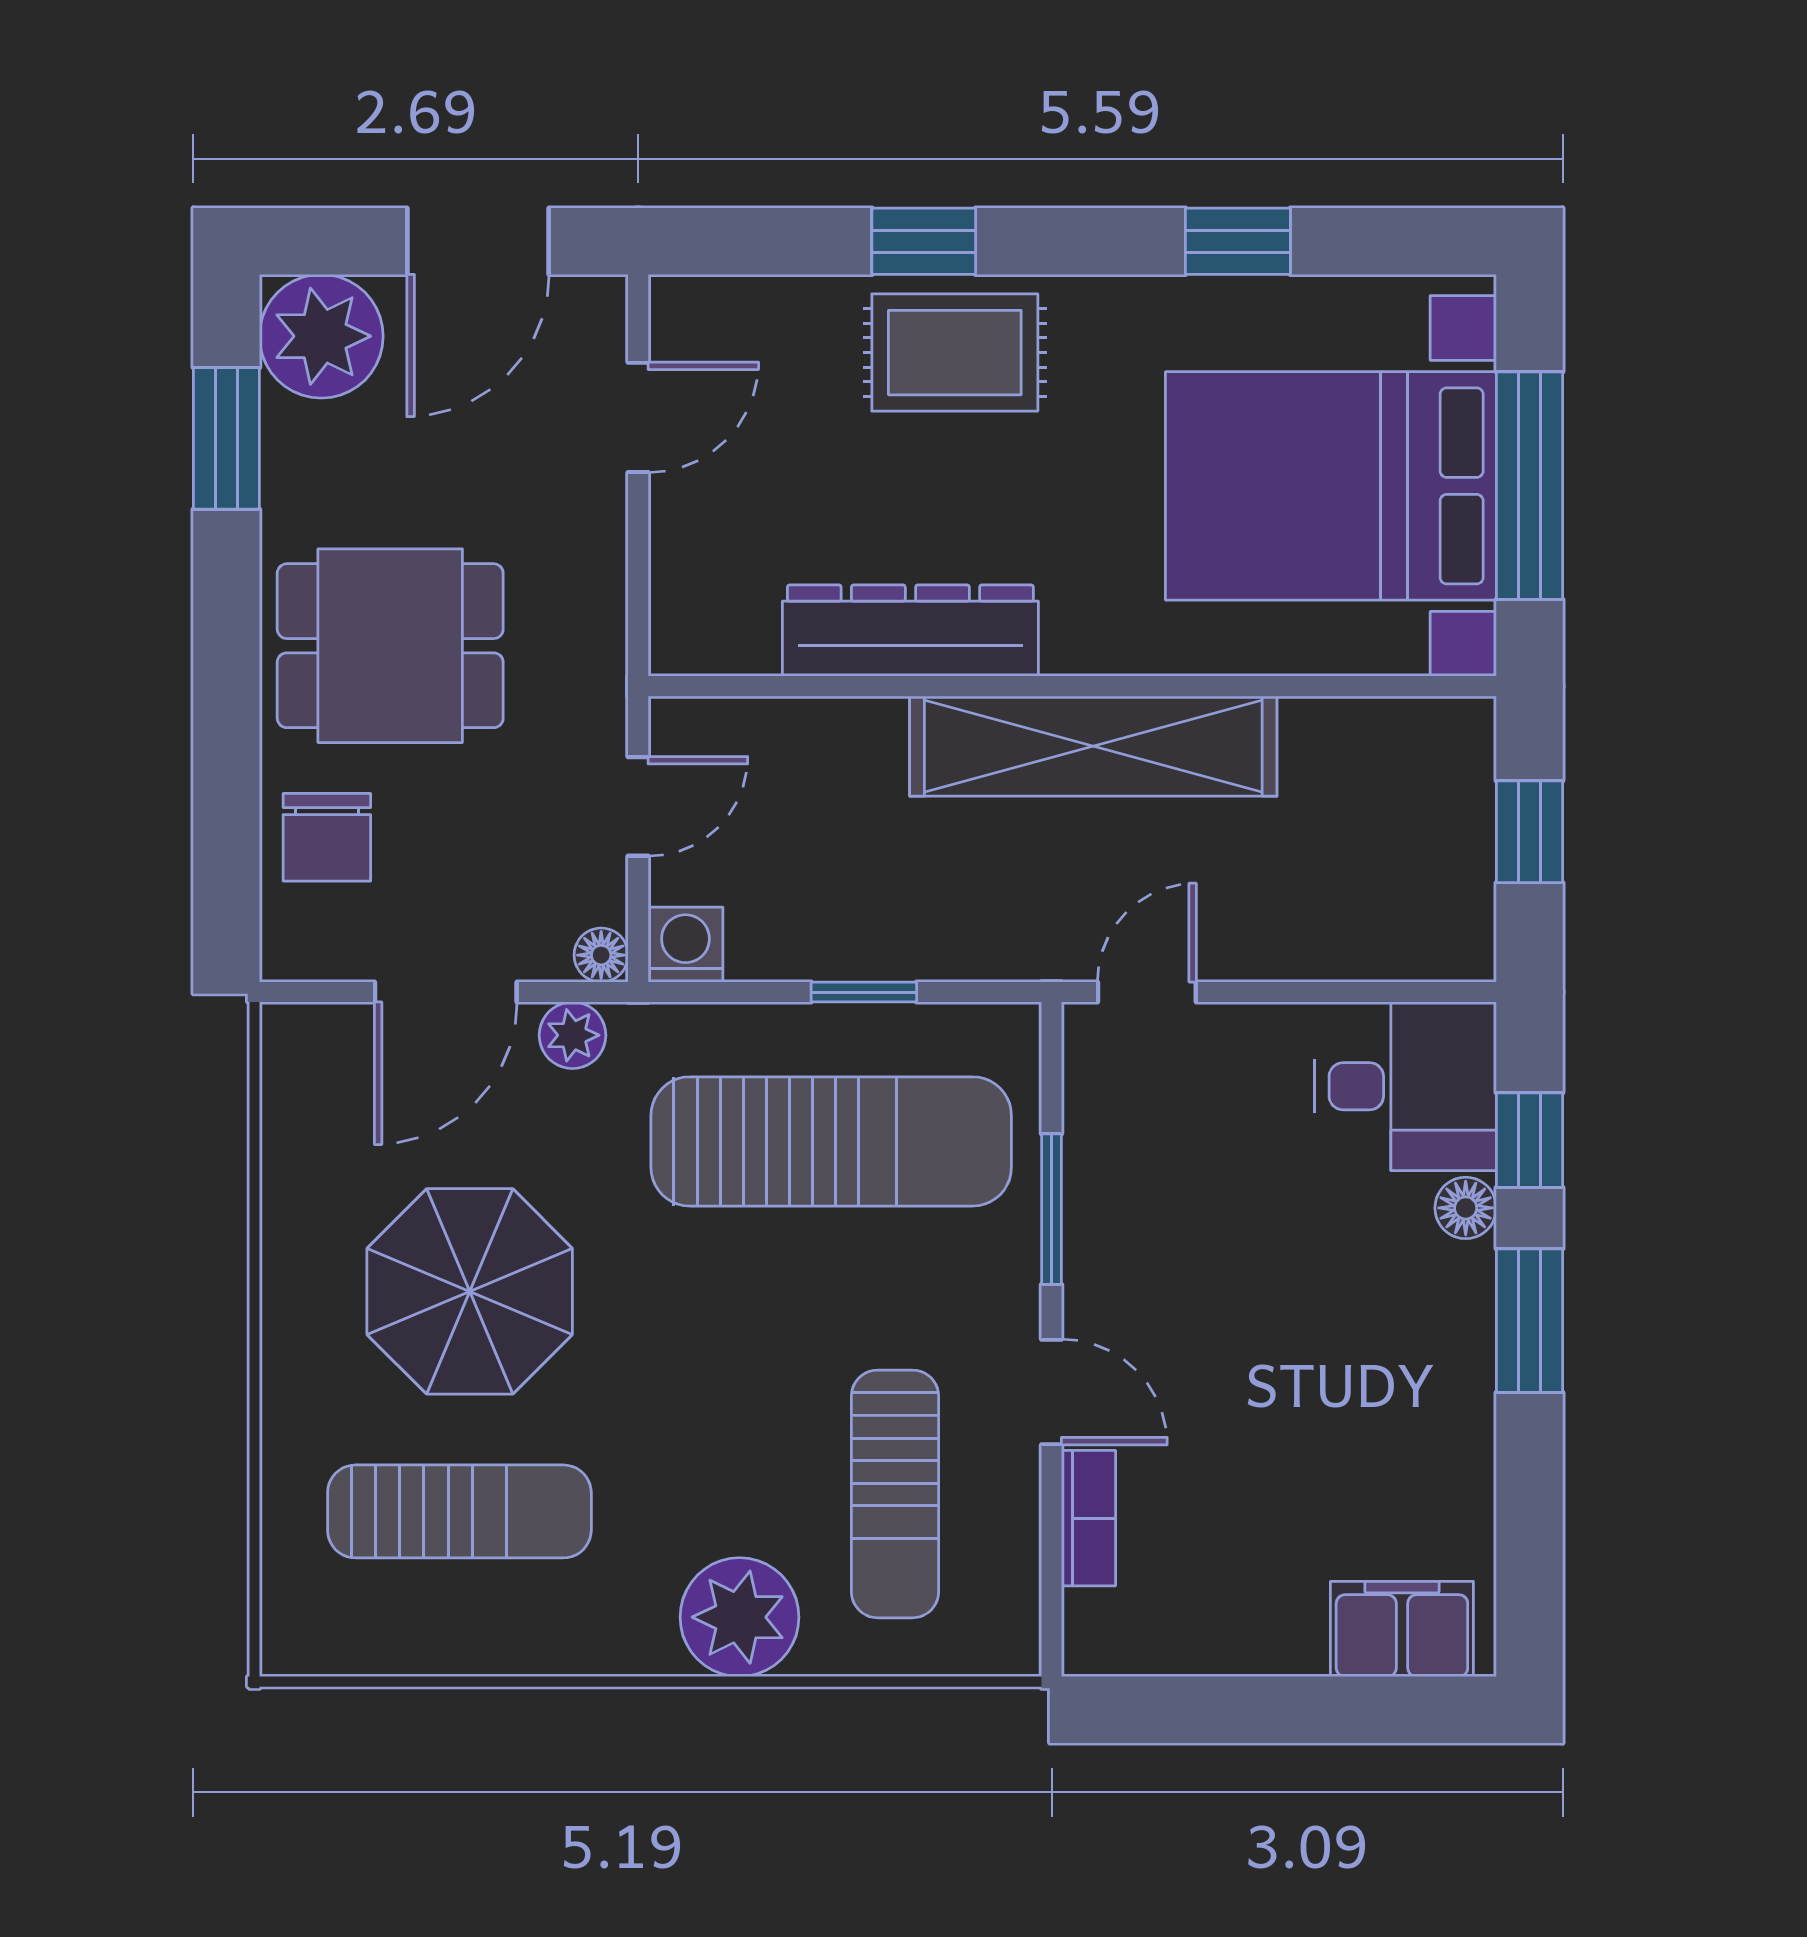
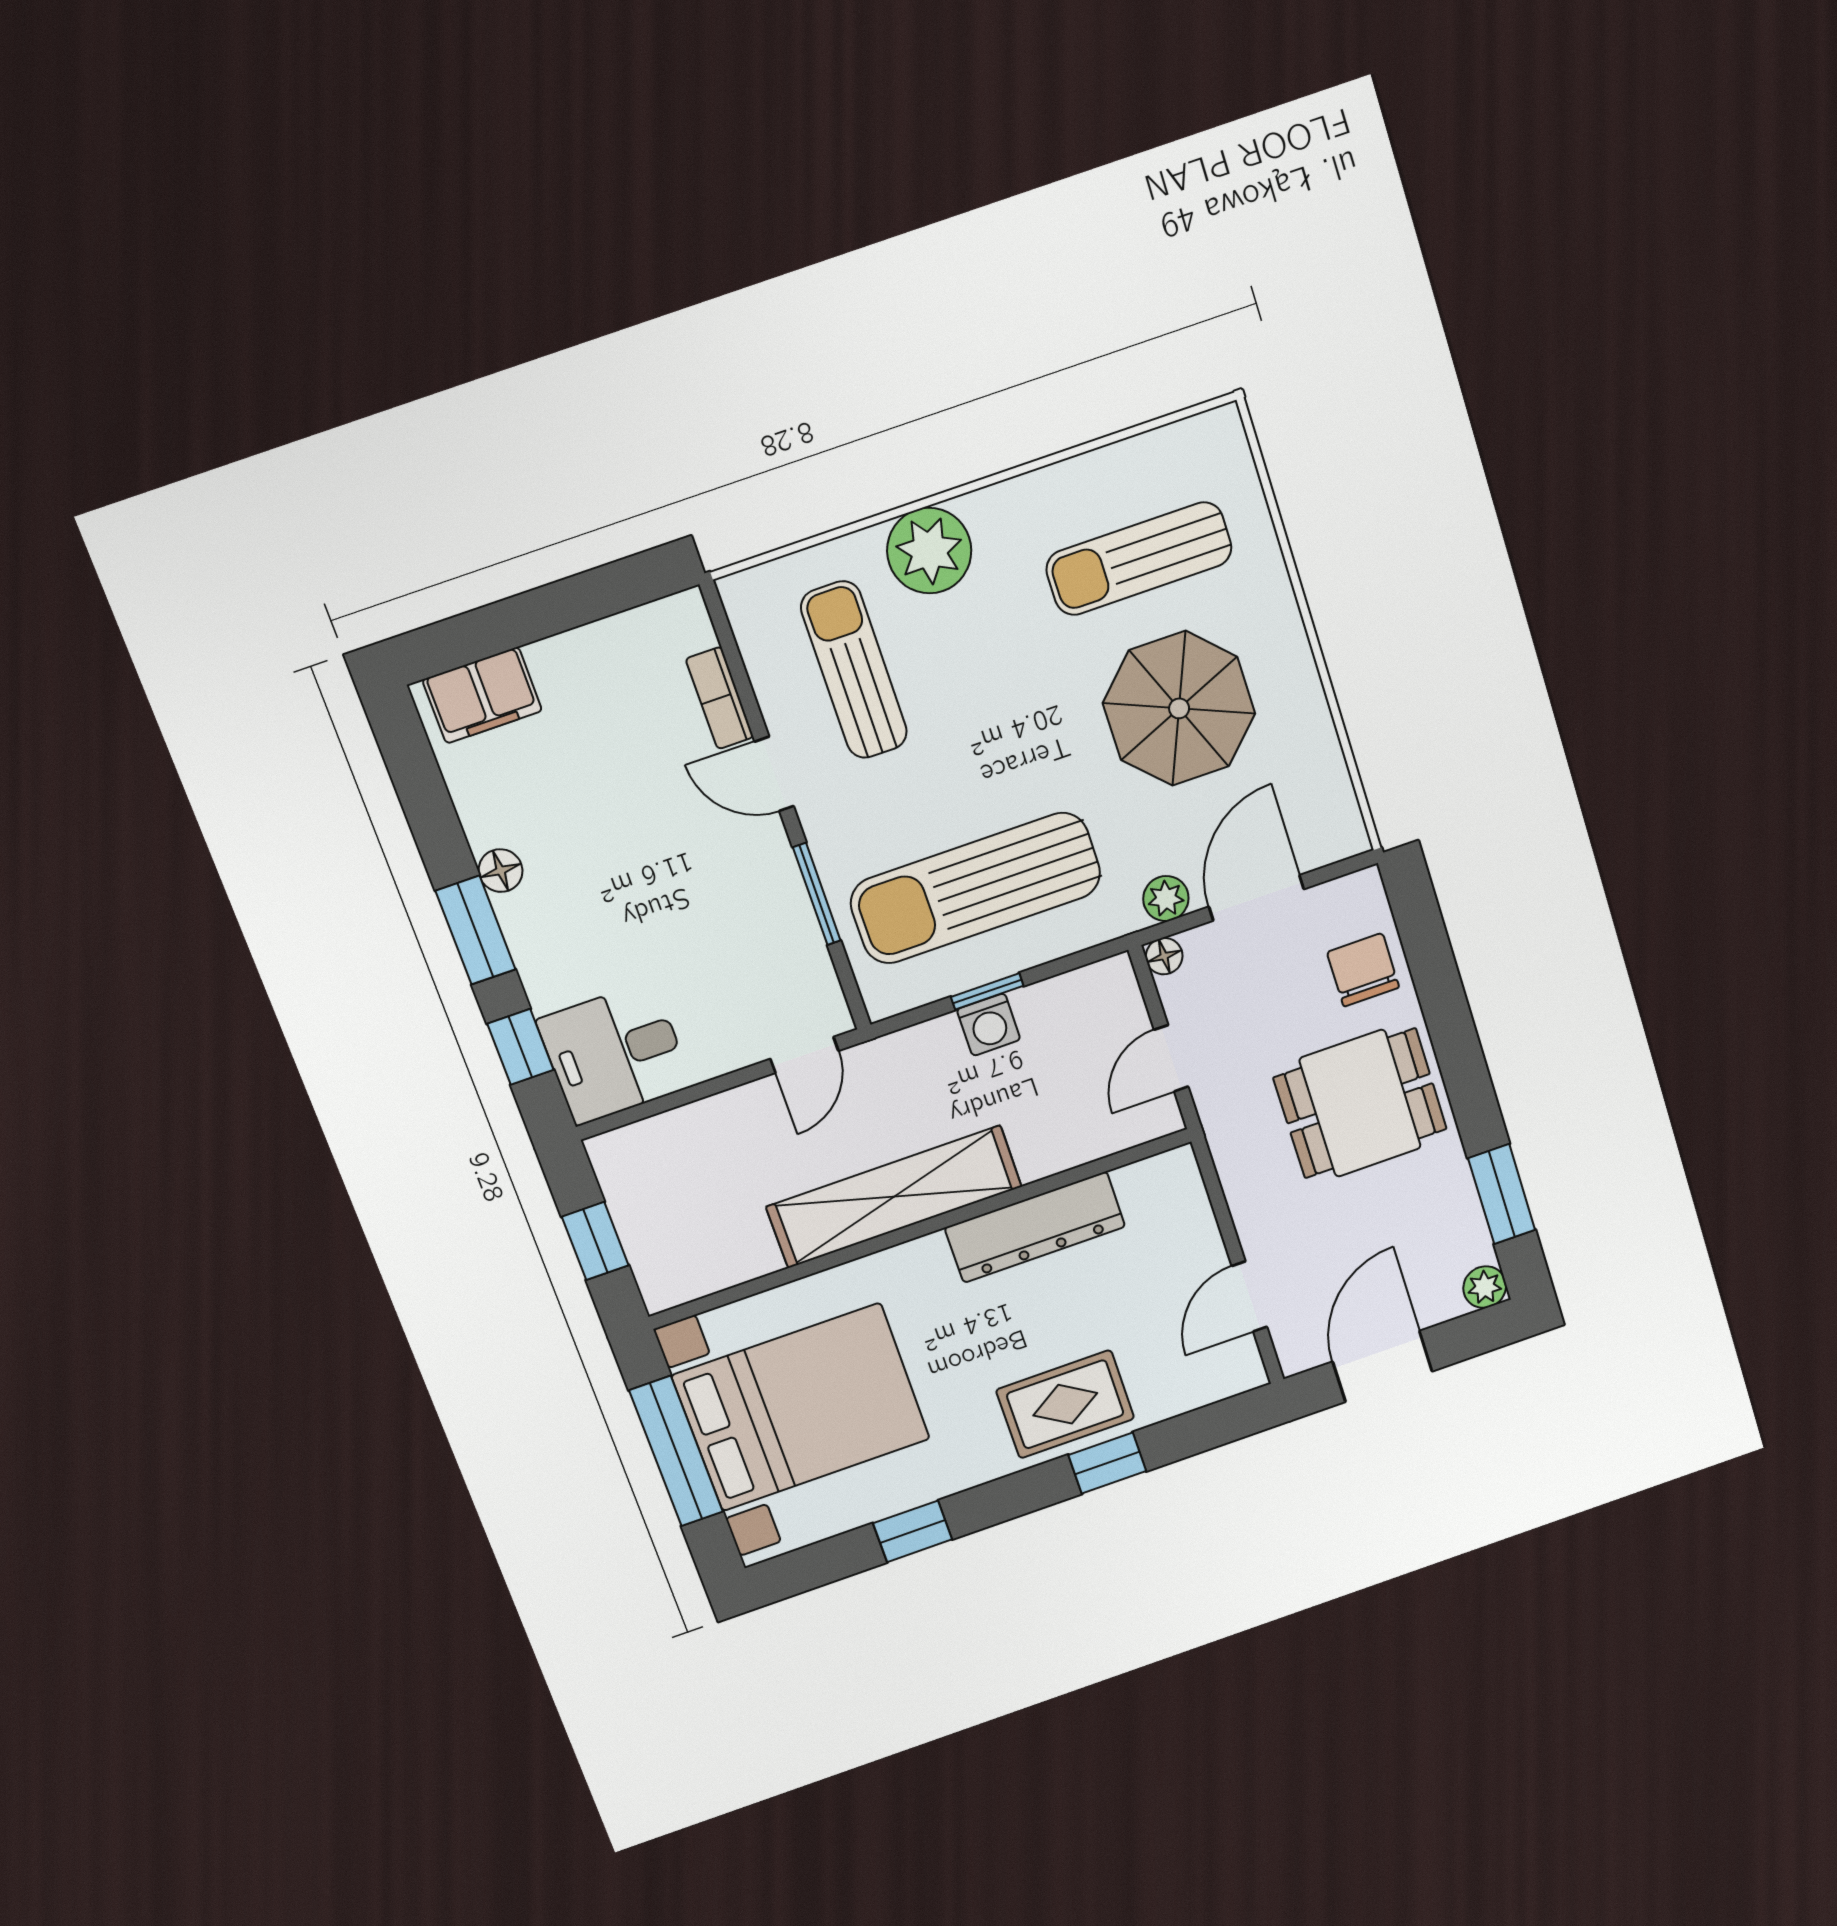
plant: (321, 336) -> (1485, 1287), width x0.53, depth x0.53
washing machine: (685, 945) -> (989, 1025), moved
floor lamp: (1466, 1208) -> (501, 871), moved

